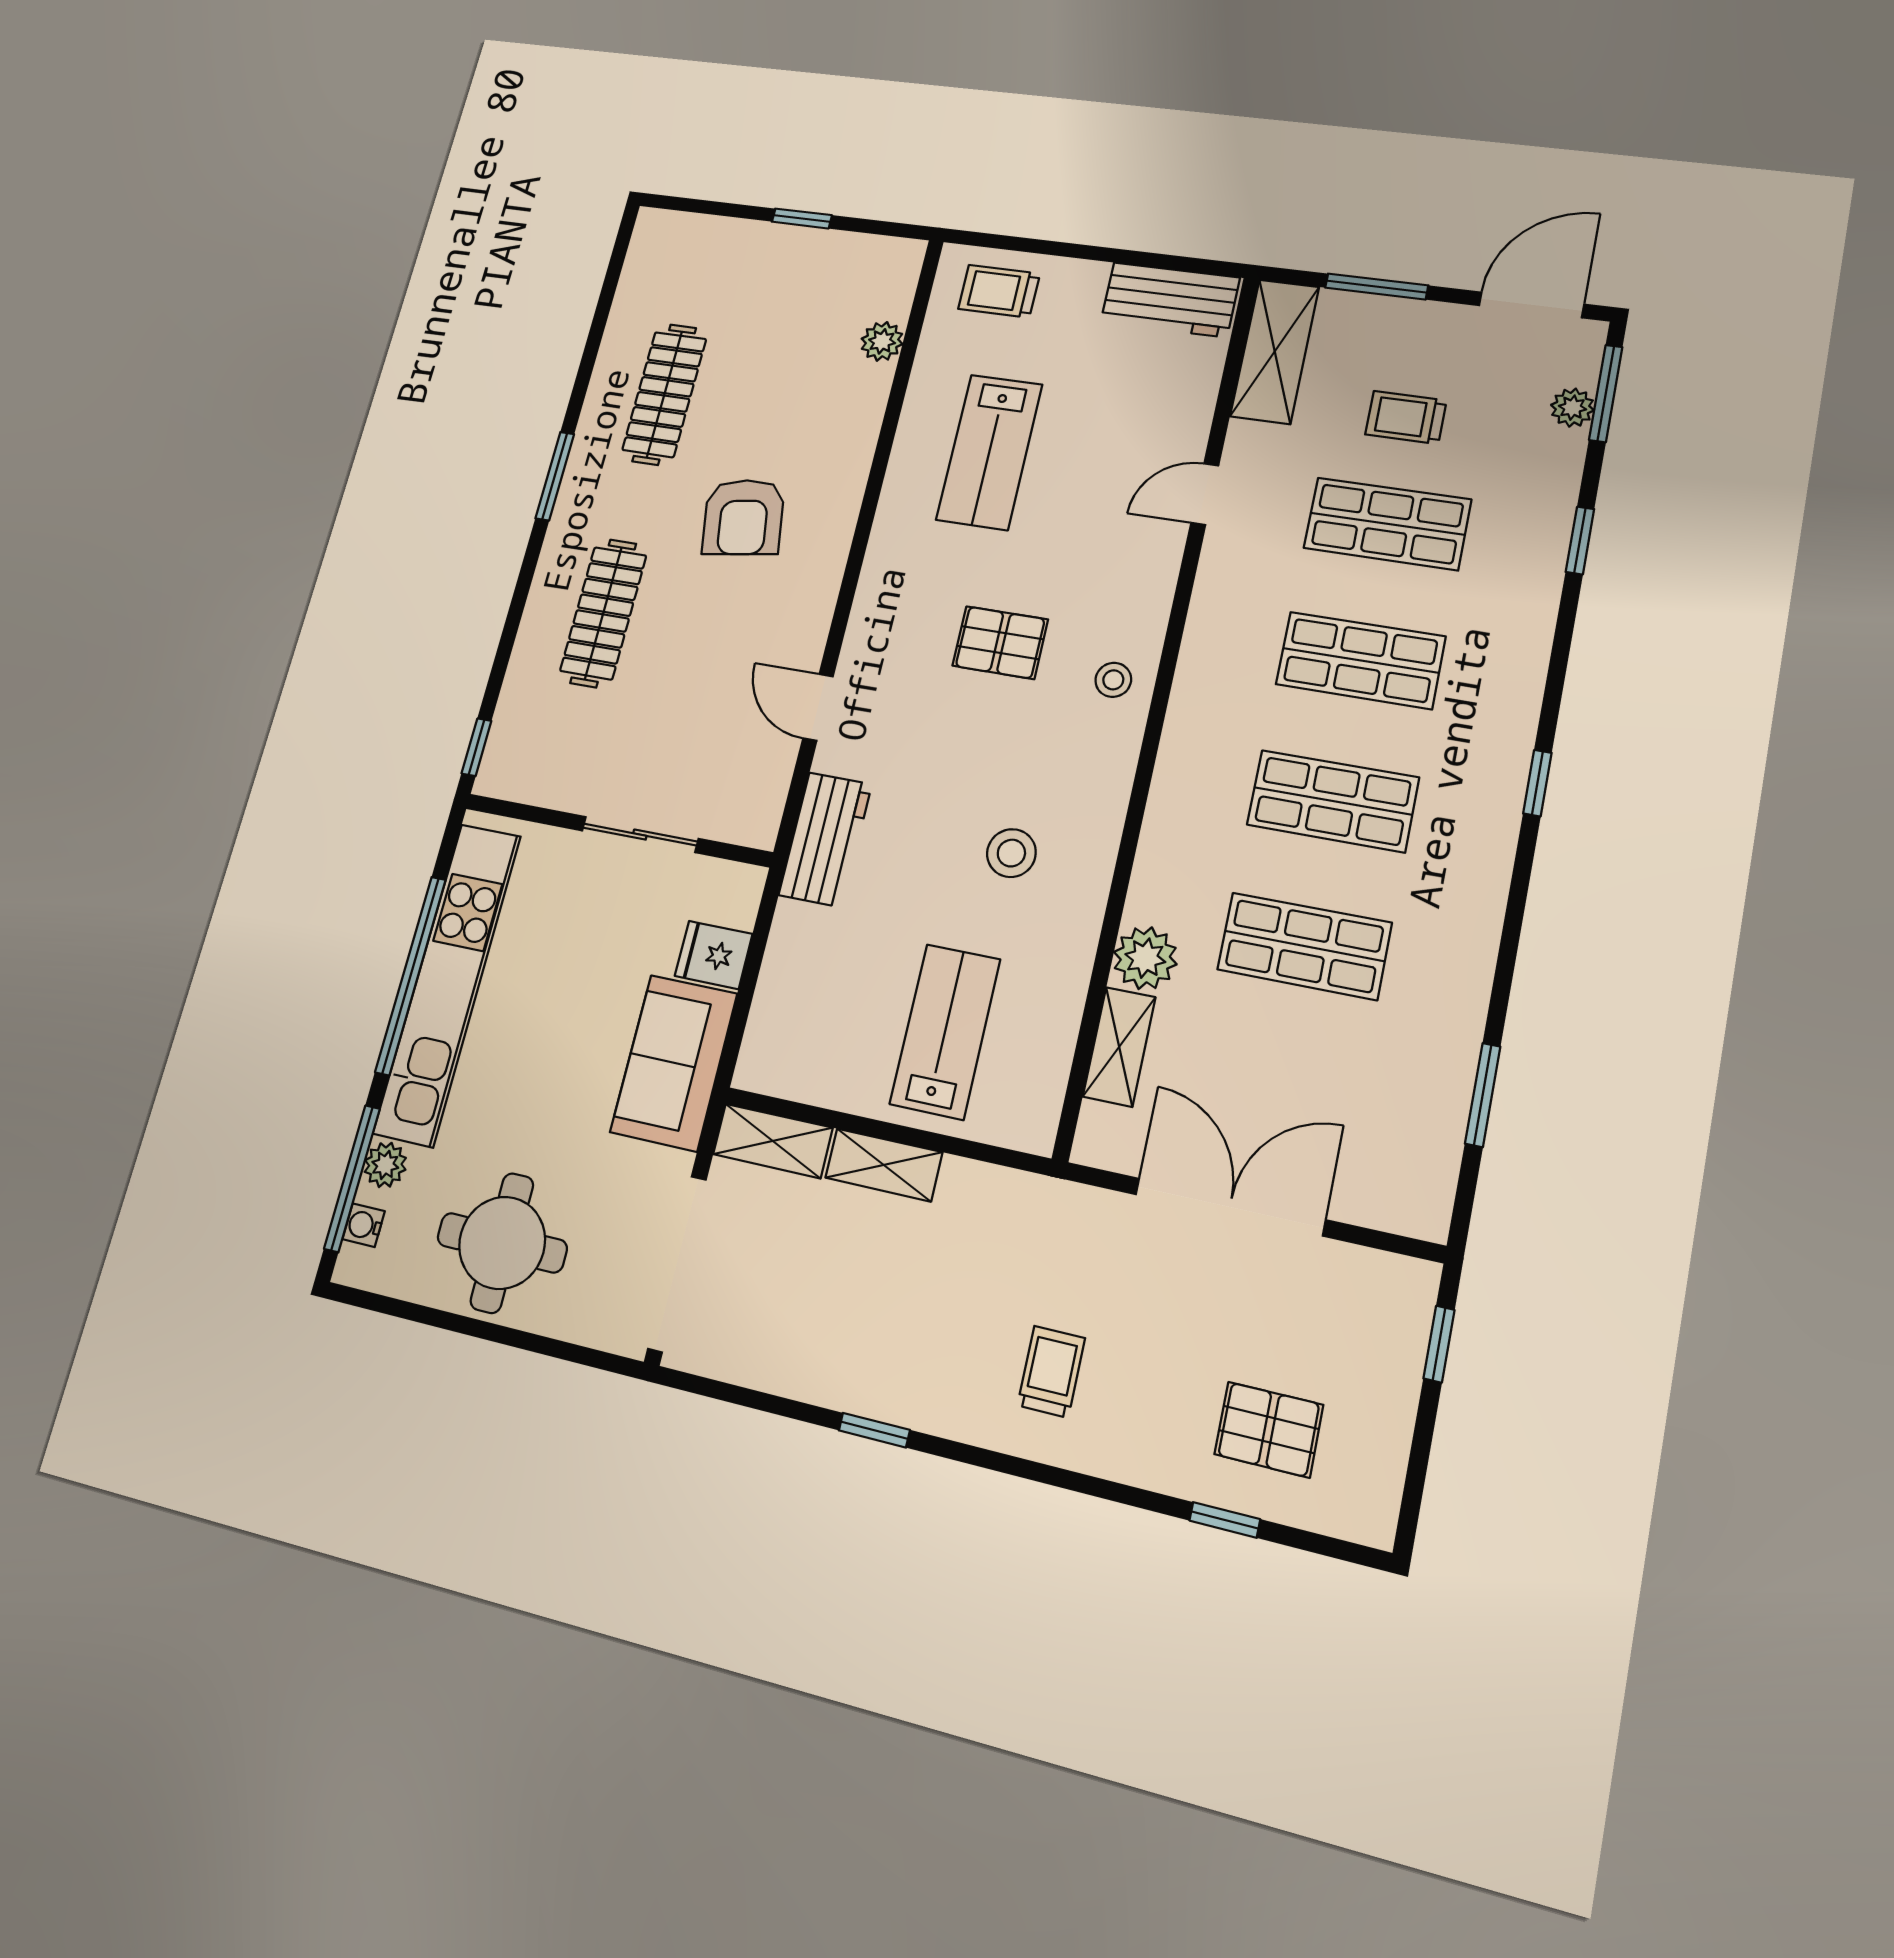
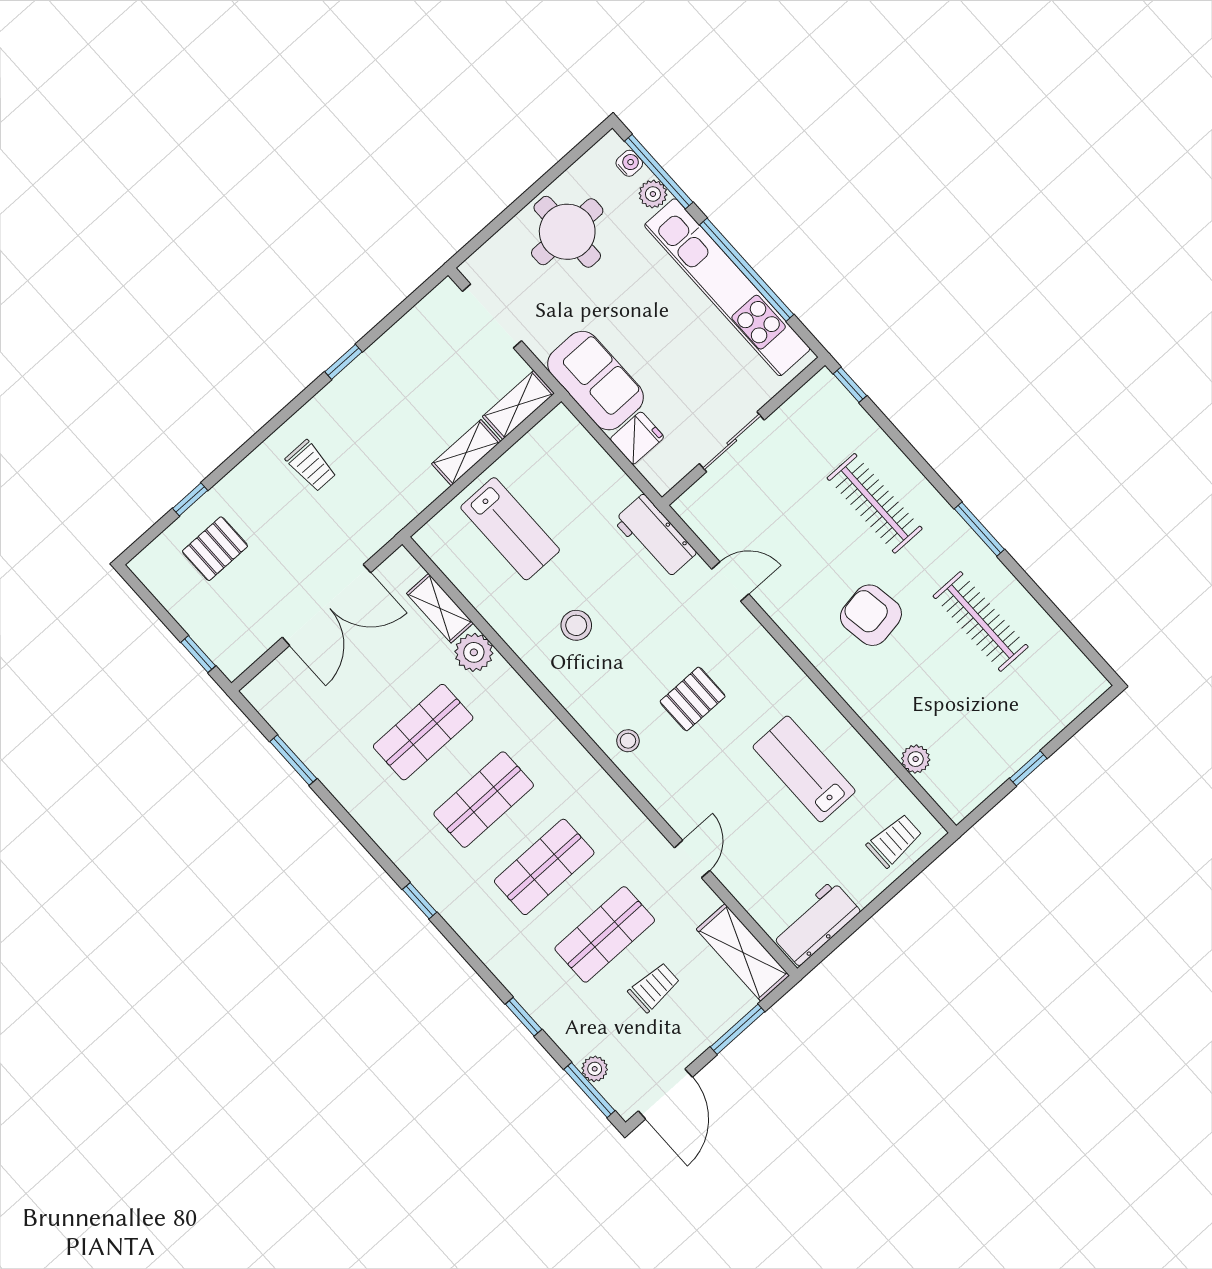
doorway: (677, 1264) -> (492, 316), width x0.73

